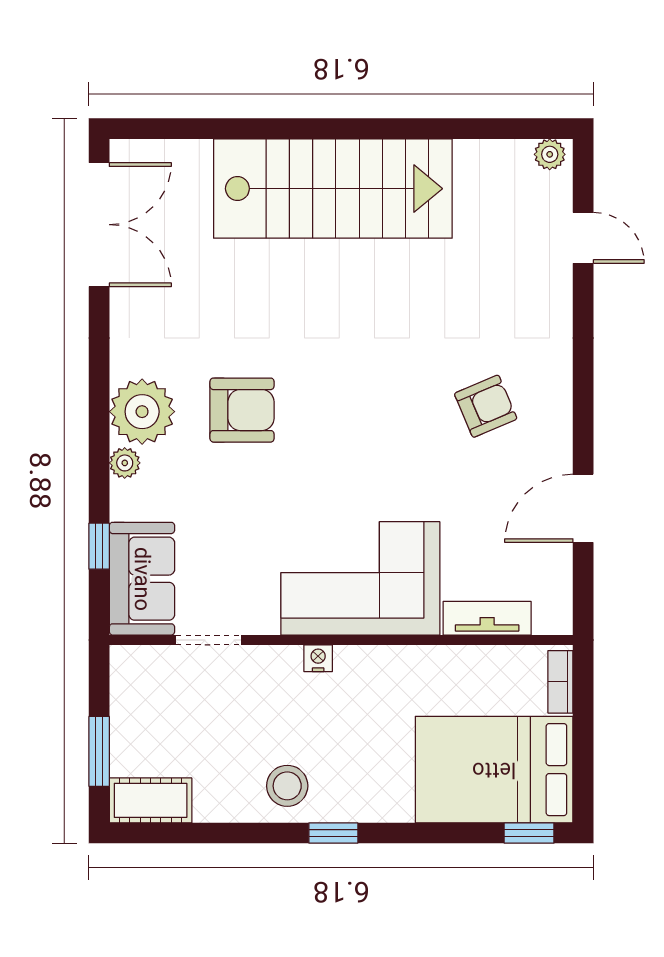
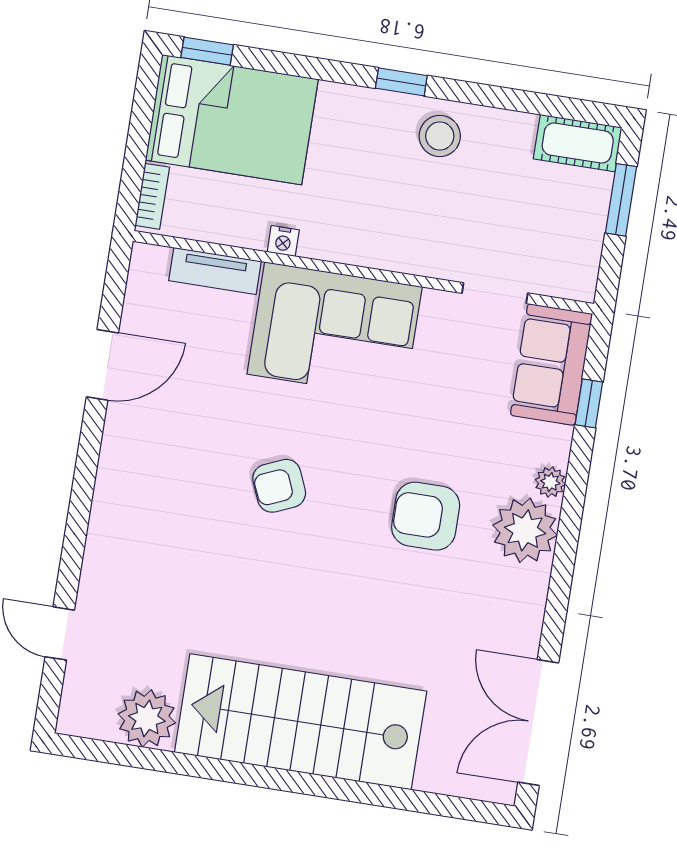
plant: (550, 154) -> (147, 718), moved, width x1.87, depth x1.87
armchair: (486, 406) -> (279, 486), moved
nightstand: (318, 658) -> (283, 241), moved

